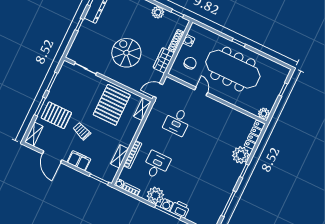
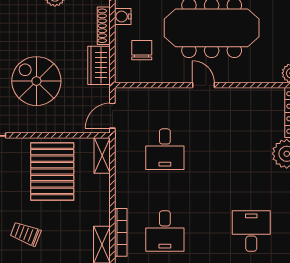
door: (201, 91) -> (203, 85), moved
desk: (156, 165) -> (165, 231), turned 180
desk: (202, 187) -> (251, 231), added

